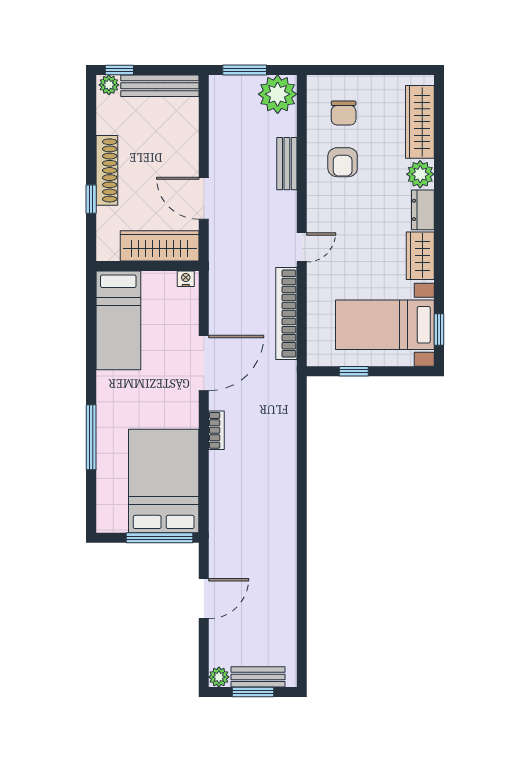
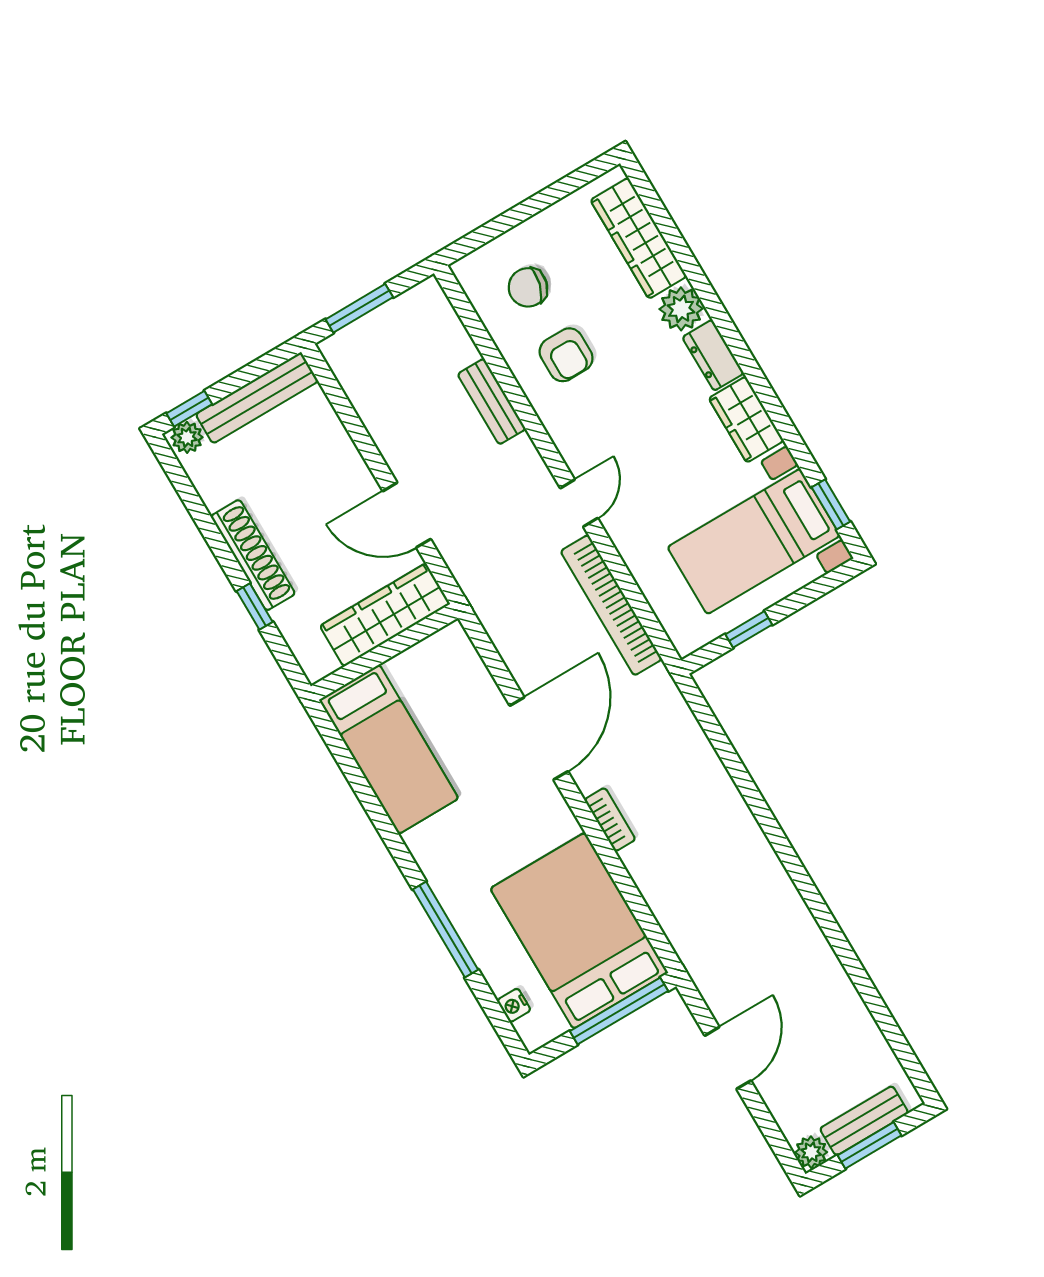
plant: (278, 94) -> (423, 315), removed
chair: (344, 113) -> (528, 287), turned 105
nightstand: (186, 279) -> (514, 1005), moved, turned -90

